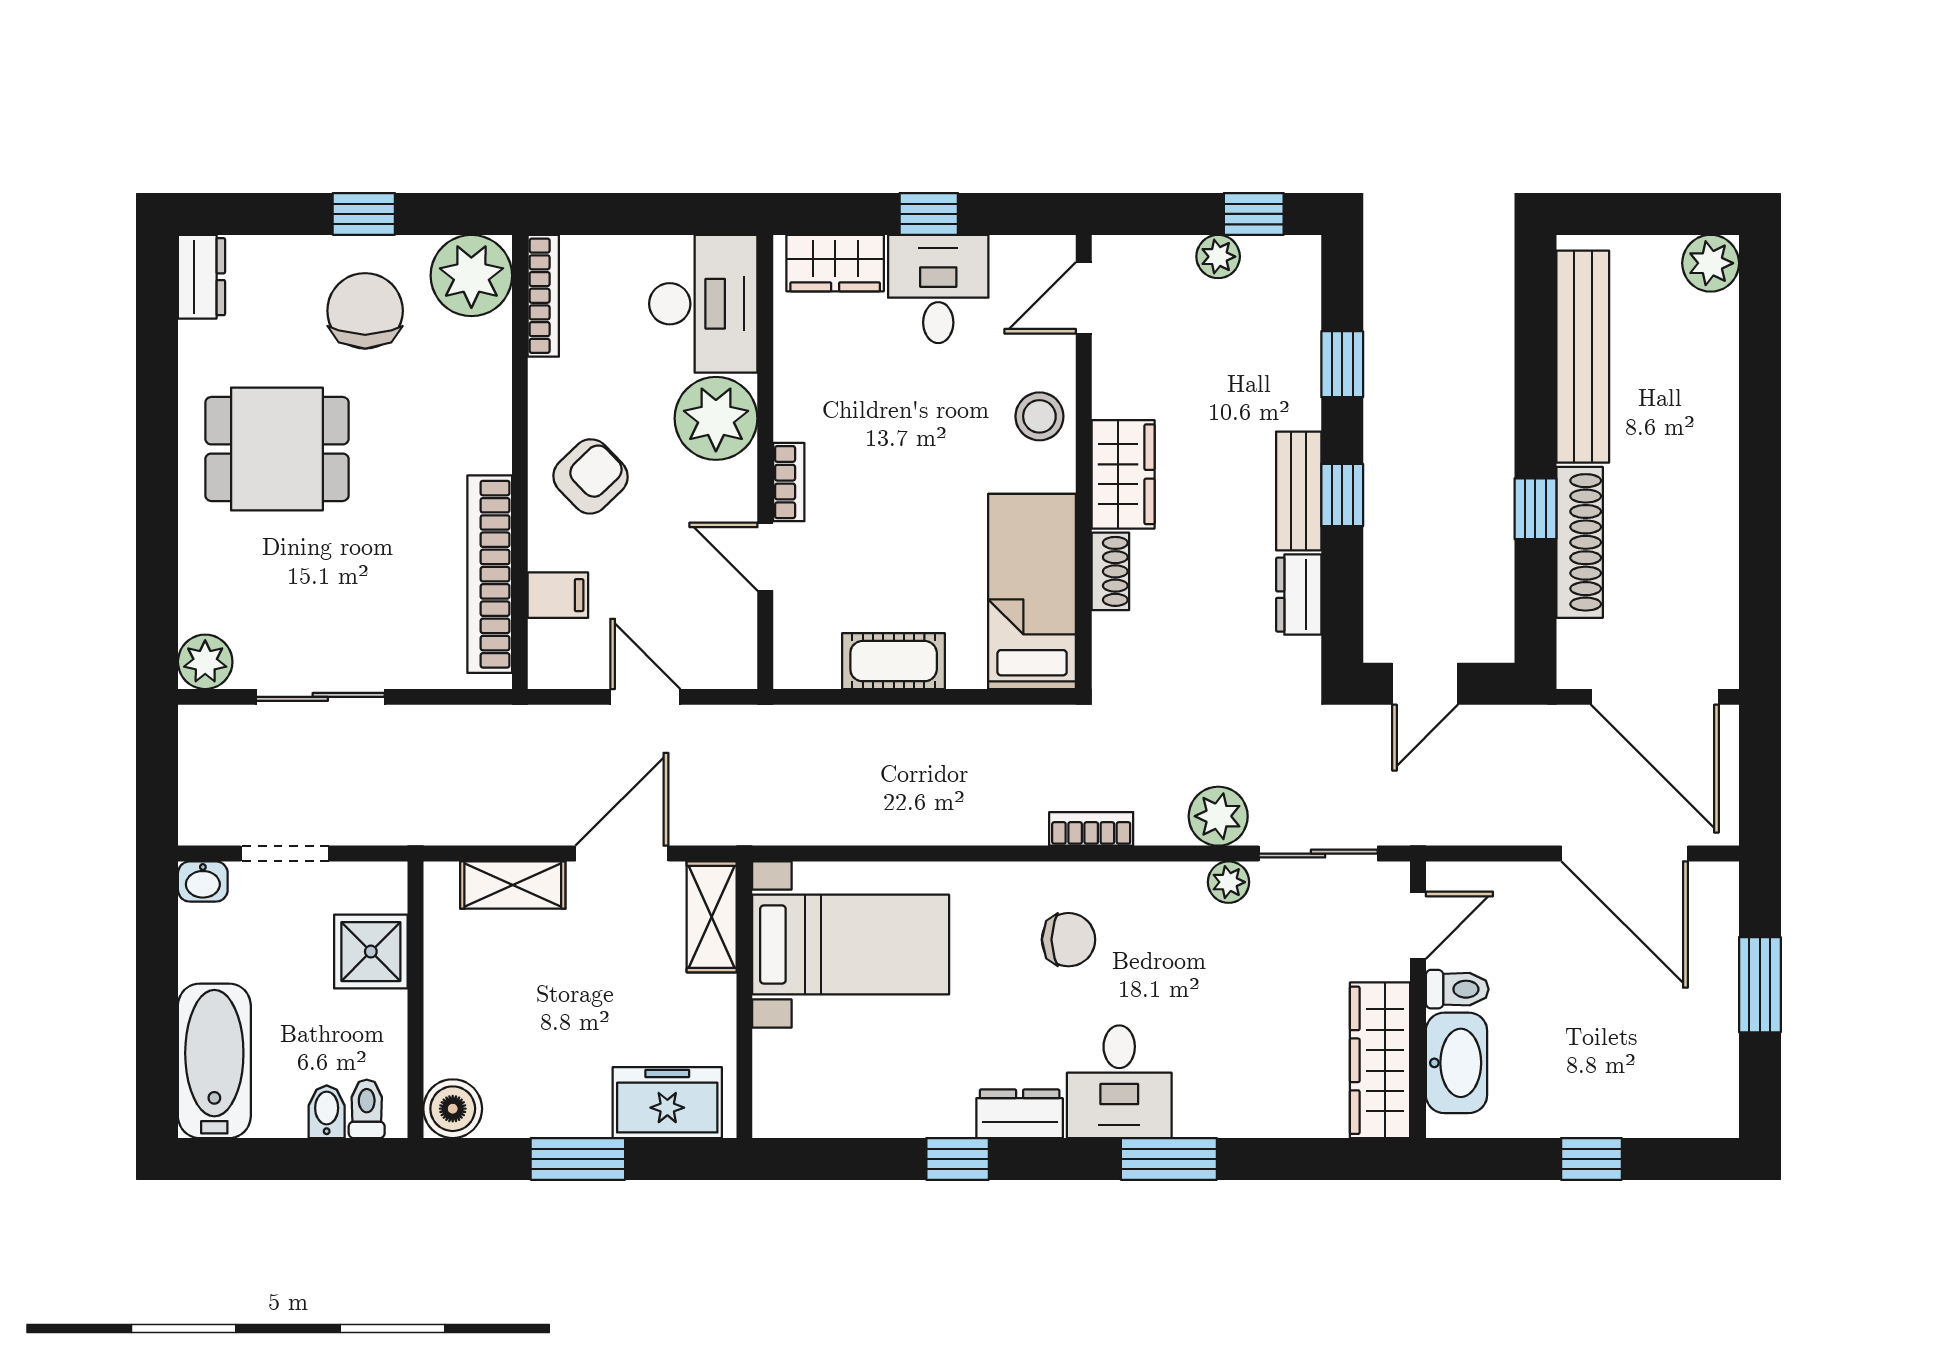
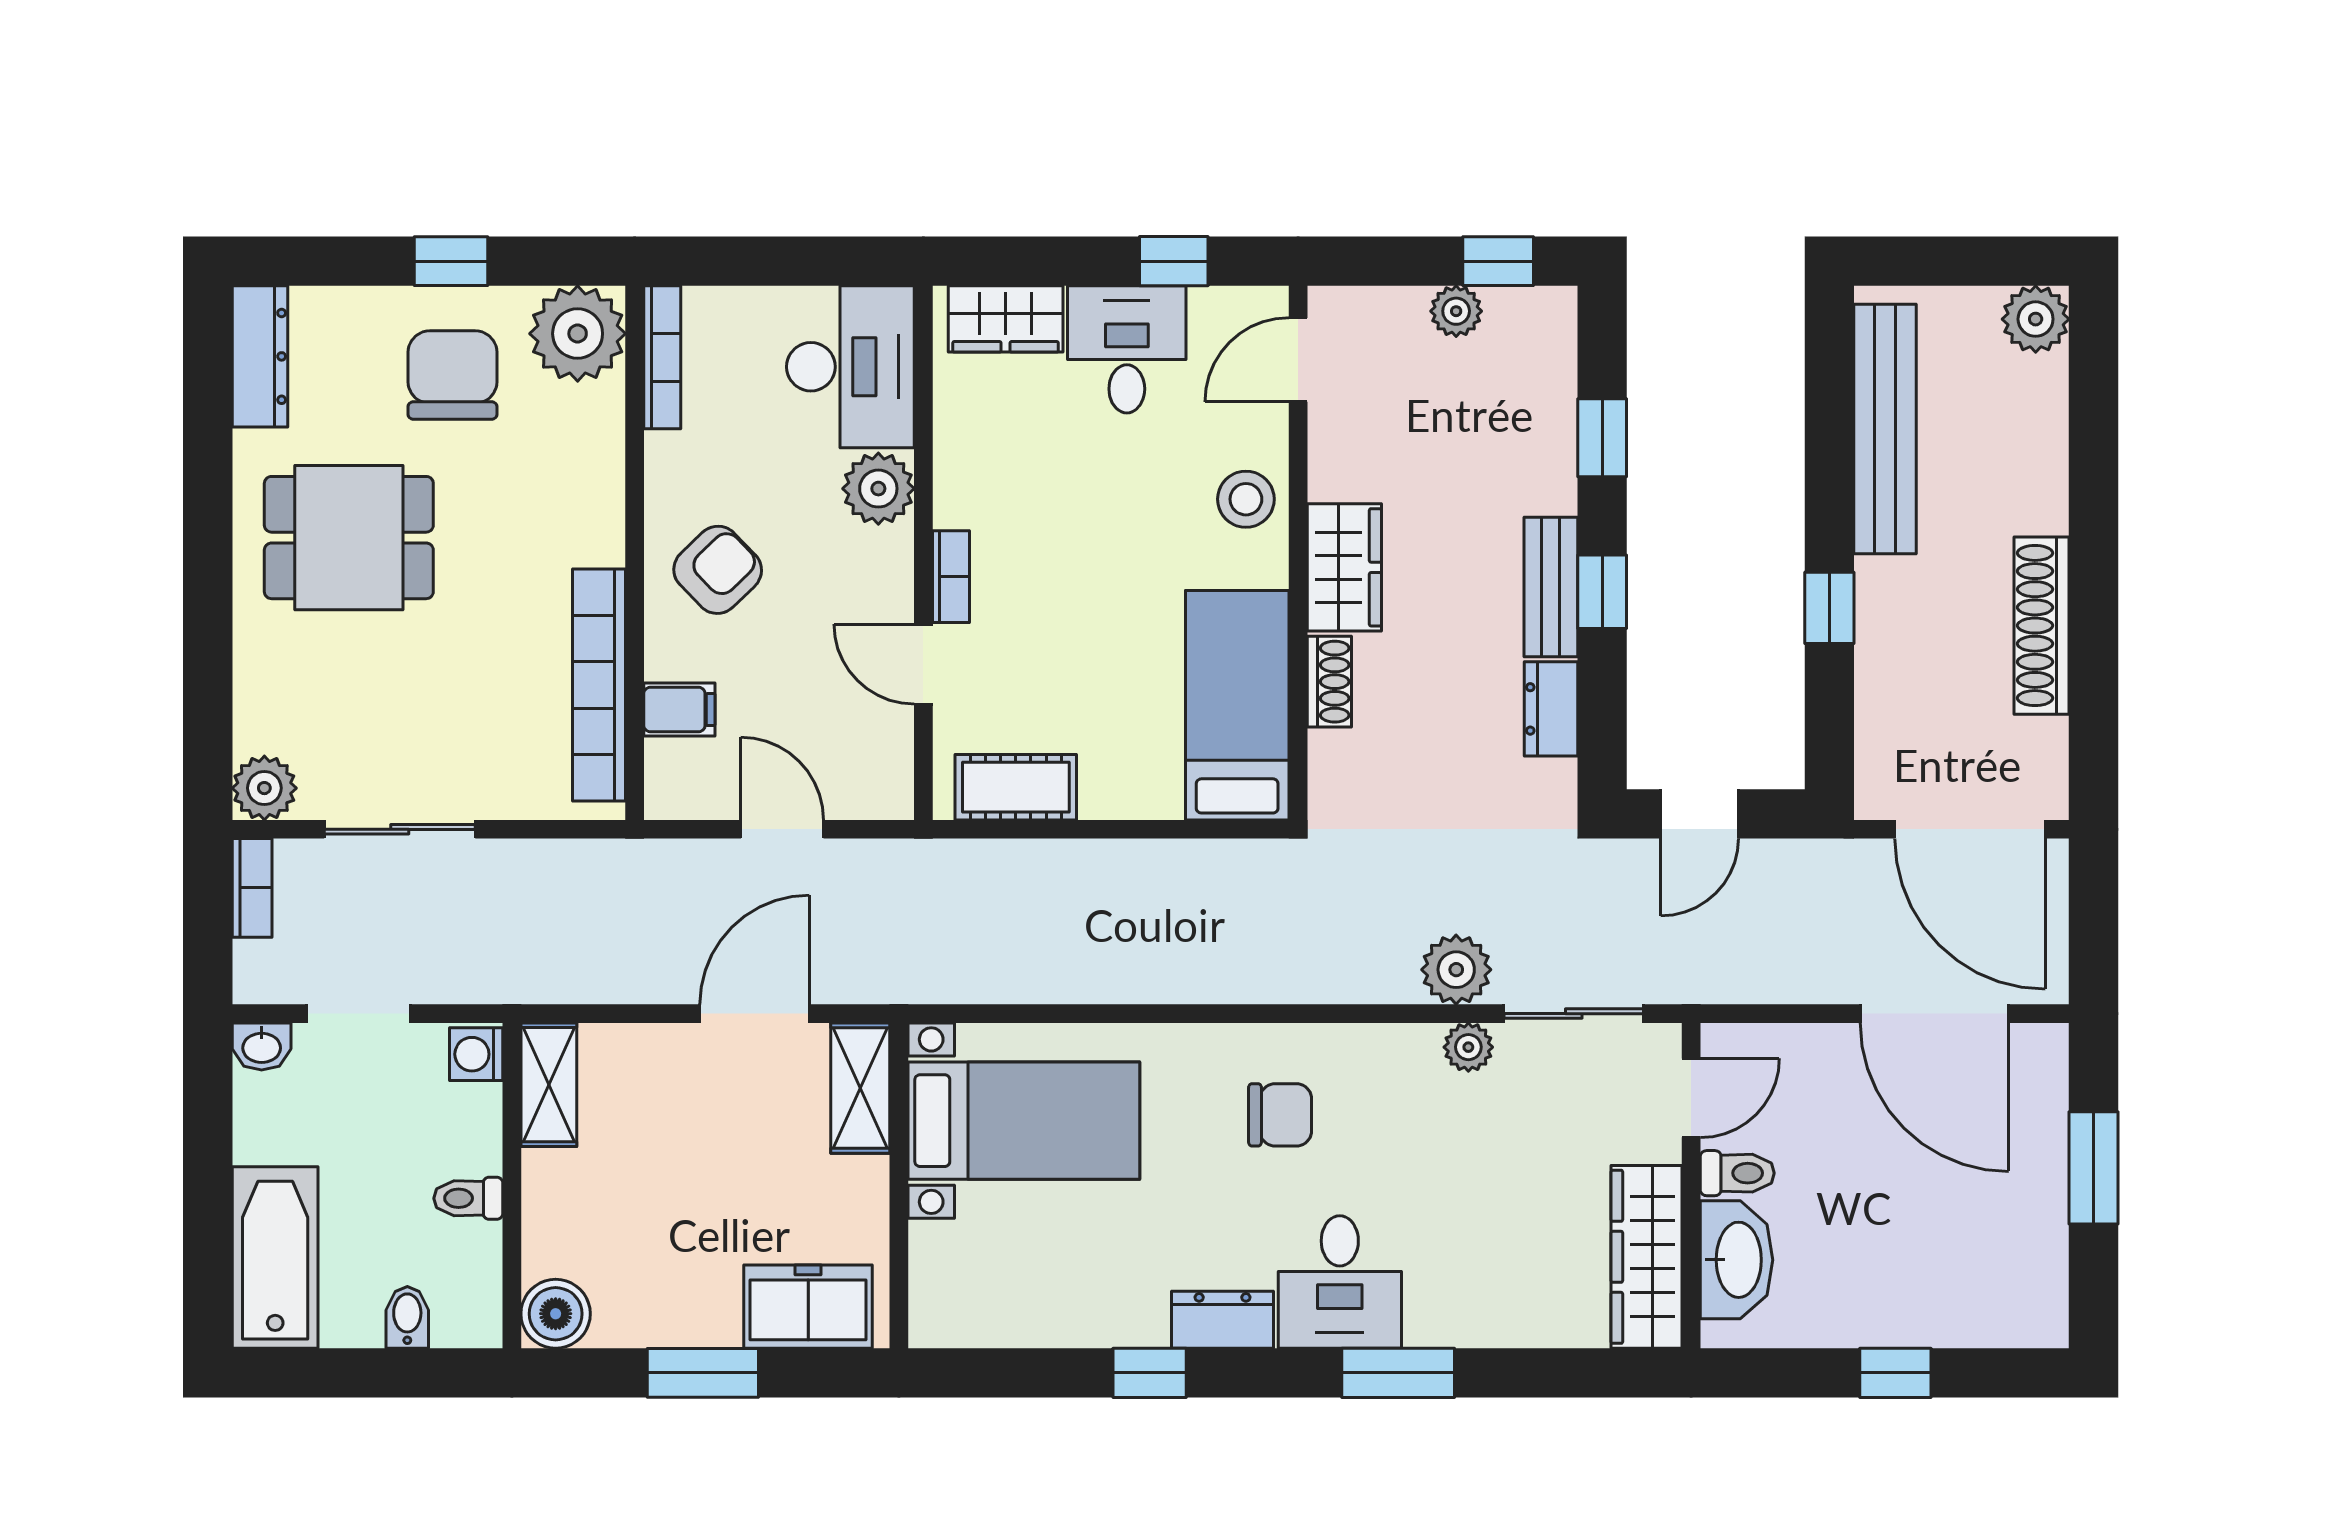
window: (929, 214) -> (1174, 261), moved
dresser: (201, 277) -> (260, 356), width x1.44
plant: (716, 418) -> (878, 489), width x0.73, depth x0.73
shoe rack: (1580, 542) -> (2042, 626), moved, turned 180
cot: (894, 661) -> (1016, 787), moved
bookcase: (1091, 829) -> (252, 888), moved, turned 90
shelving: (513, 885) -> (549, 1085), moved, turned 90
washing machine: (385, 888) -> (476, 1054), added
shower: (371, 952) -> (459, 1129), removed
toilet: (367, 1109) -> (468, 1198), moved, turned -90

